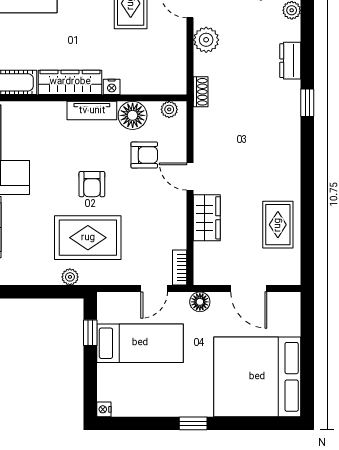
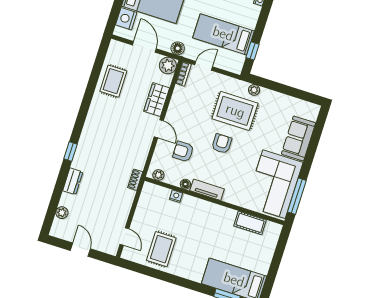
plant: (206, 40) -> (168, 65), moved
wardrobe: (70, 82) -> (215, 212), removed
nightstand: (112, 87) -> (176, 196), moved
floor lamp: (133, 115) -> (185, 184), width x0.53, depth x0.53
nightstand: (288, 321) -> (126, 19), added

